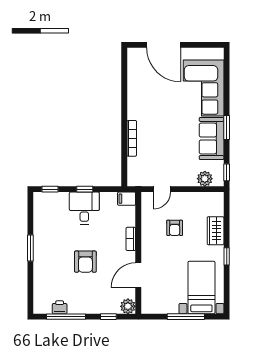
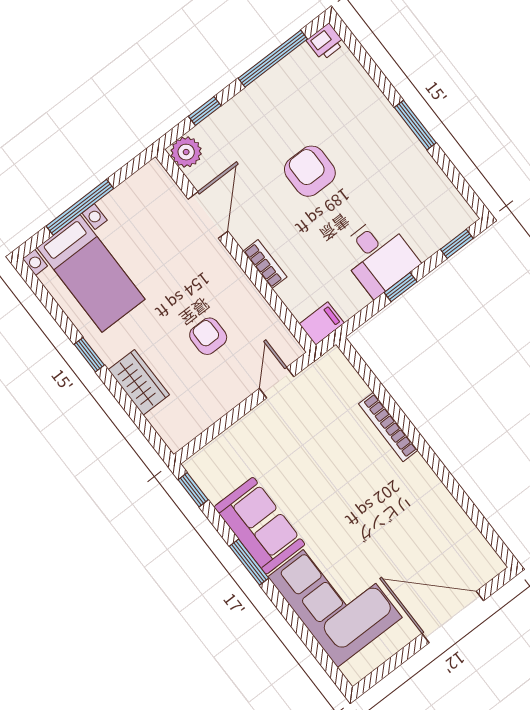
plant: (205, 179) -> (221, 453), removed
printer: (60, 307) -> (326, 42), moved

